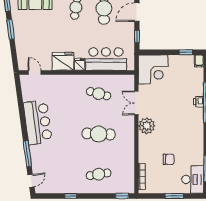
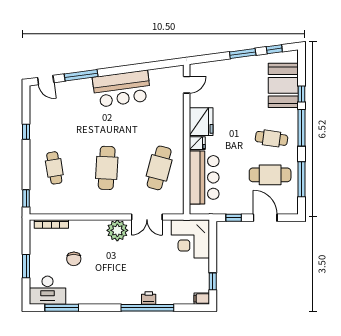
cafe table: (99, 94) -> (159, 168), width x1.37, depth x1.35
double door: (136, 103) -> (147, 217), swing flipped

